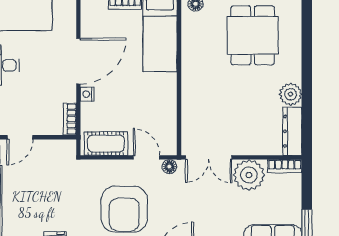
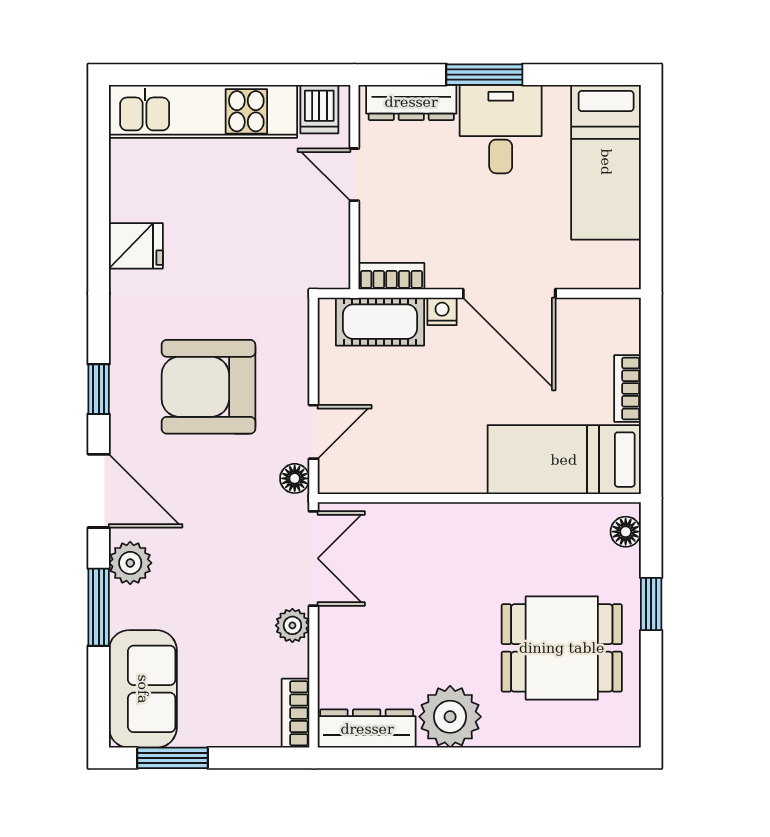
plant: (291, 94) -> (450, 717), width x1.36, depth x1.36
cot: (106, 144) -> (380, 322), moved, turned 90
double door: (209, 157) -> (313, 558), swing flipped
plant: (249, 175) -> (292, 625), width x0.53, depth x0.53

